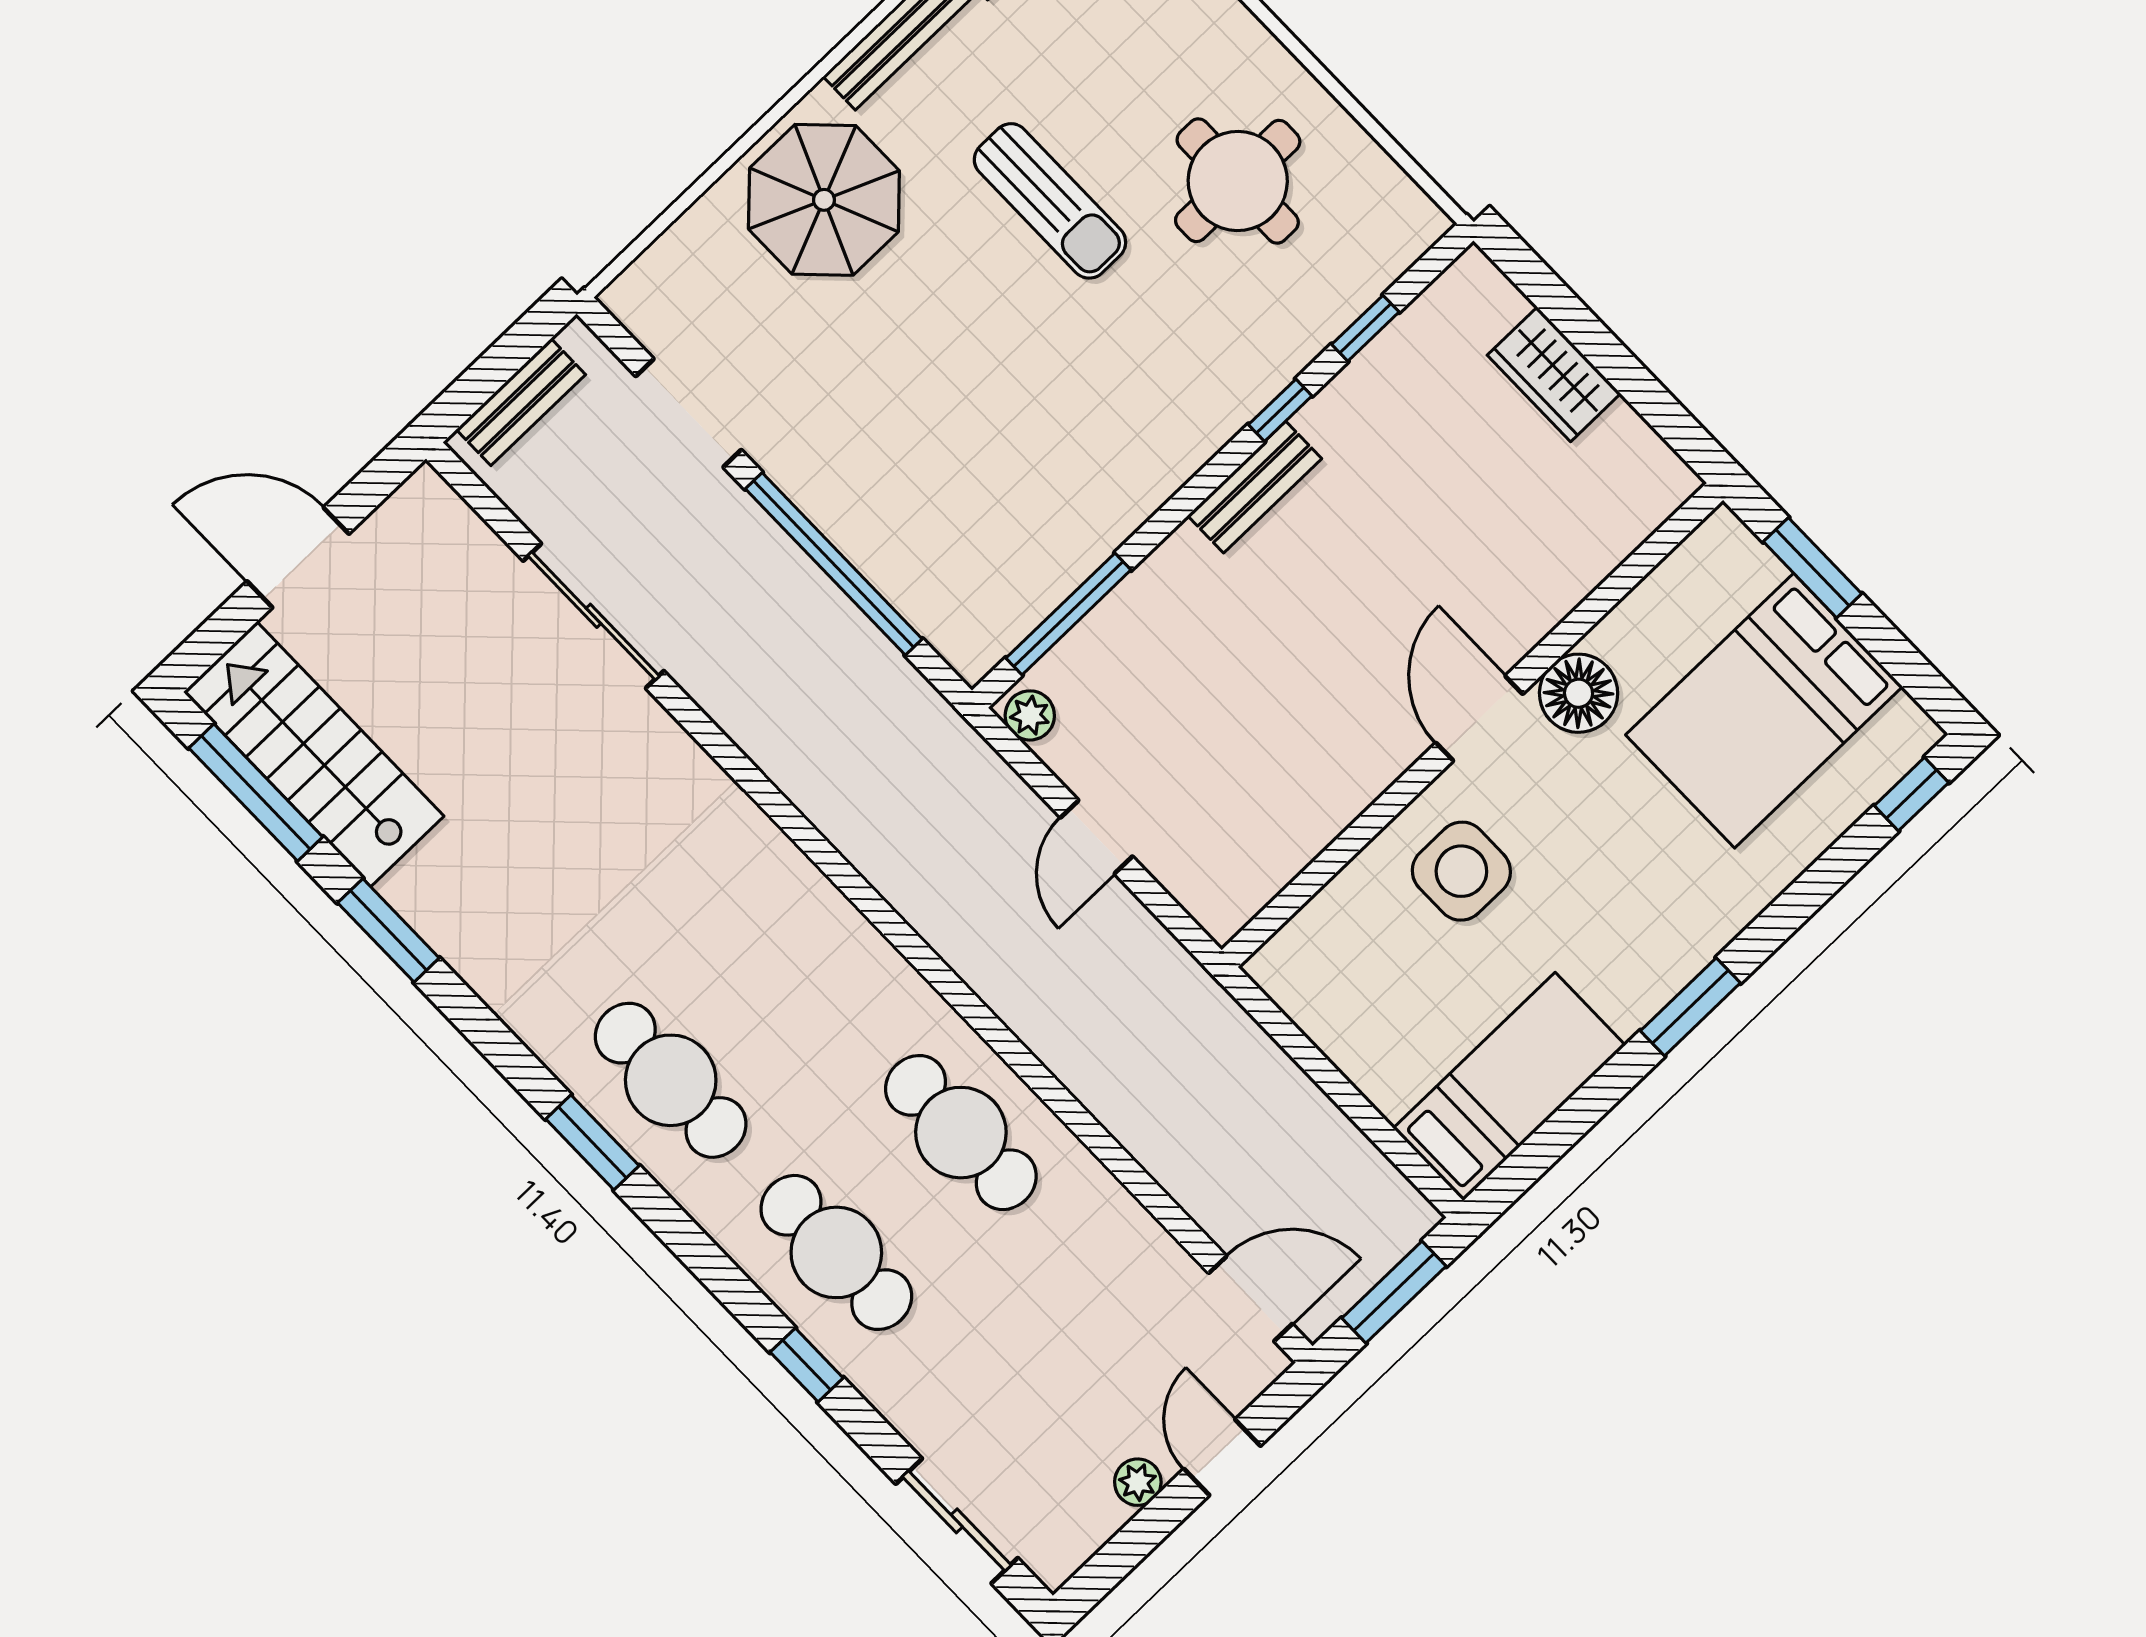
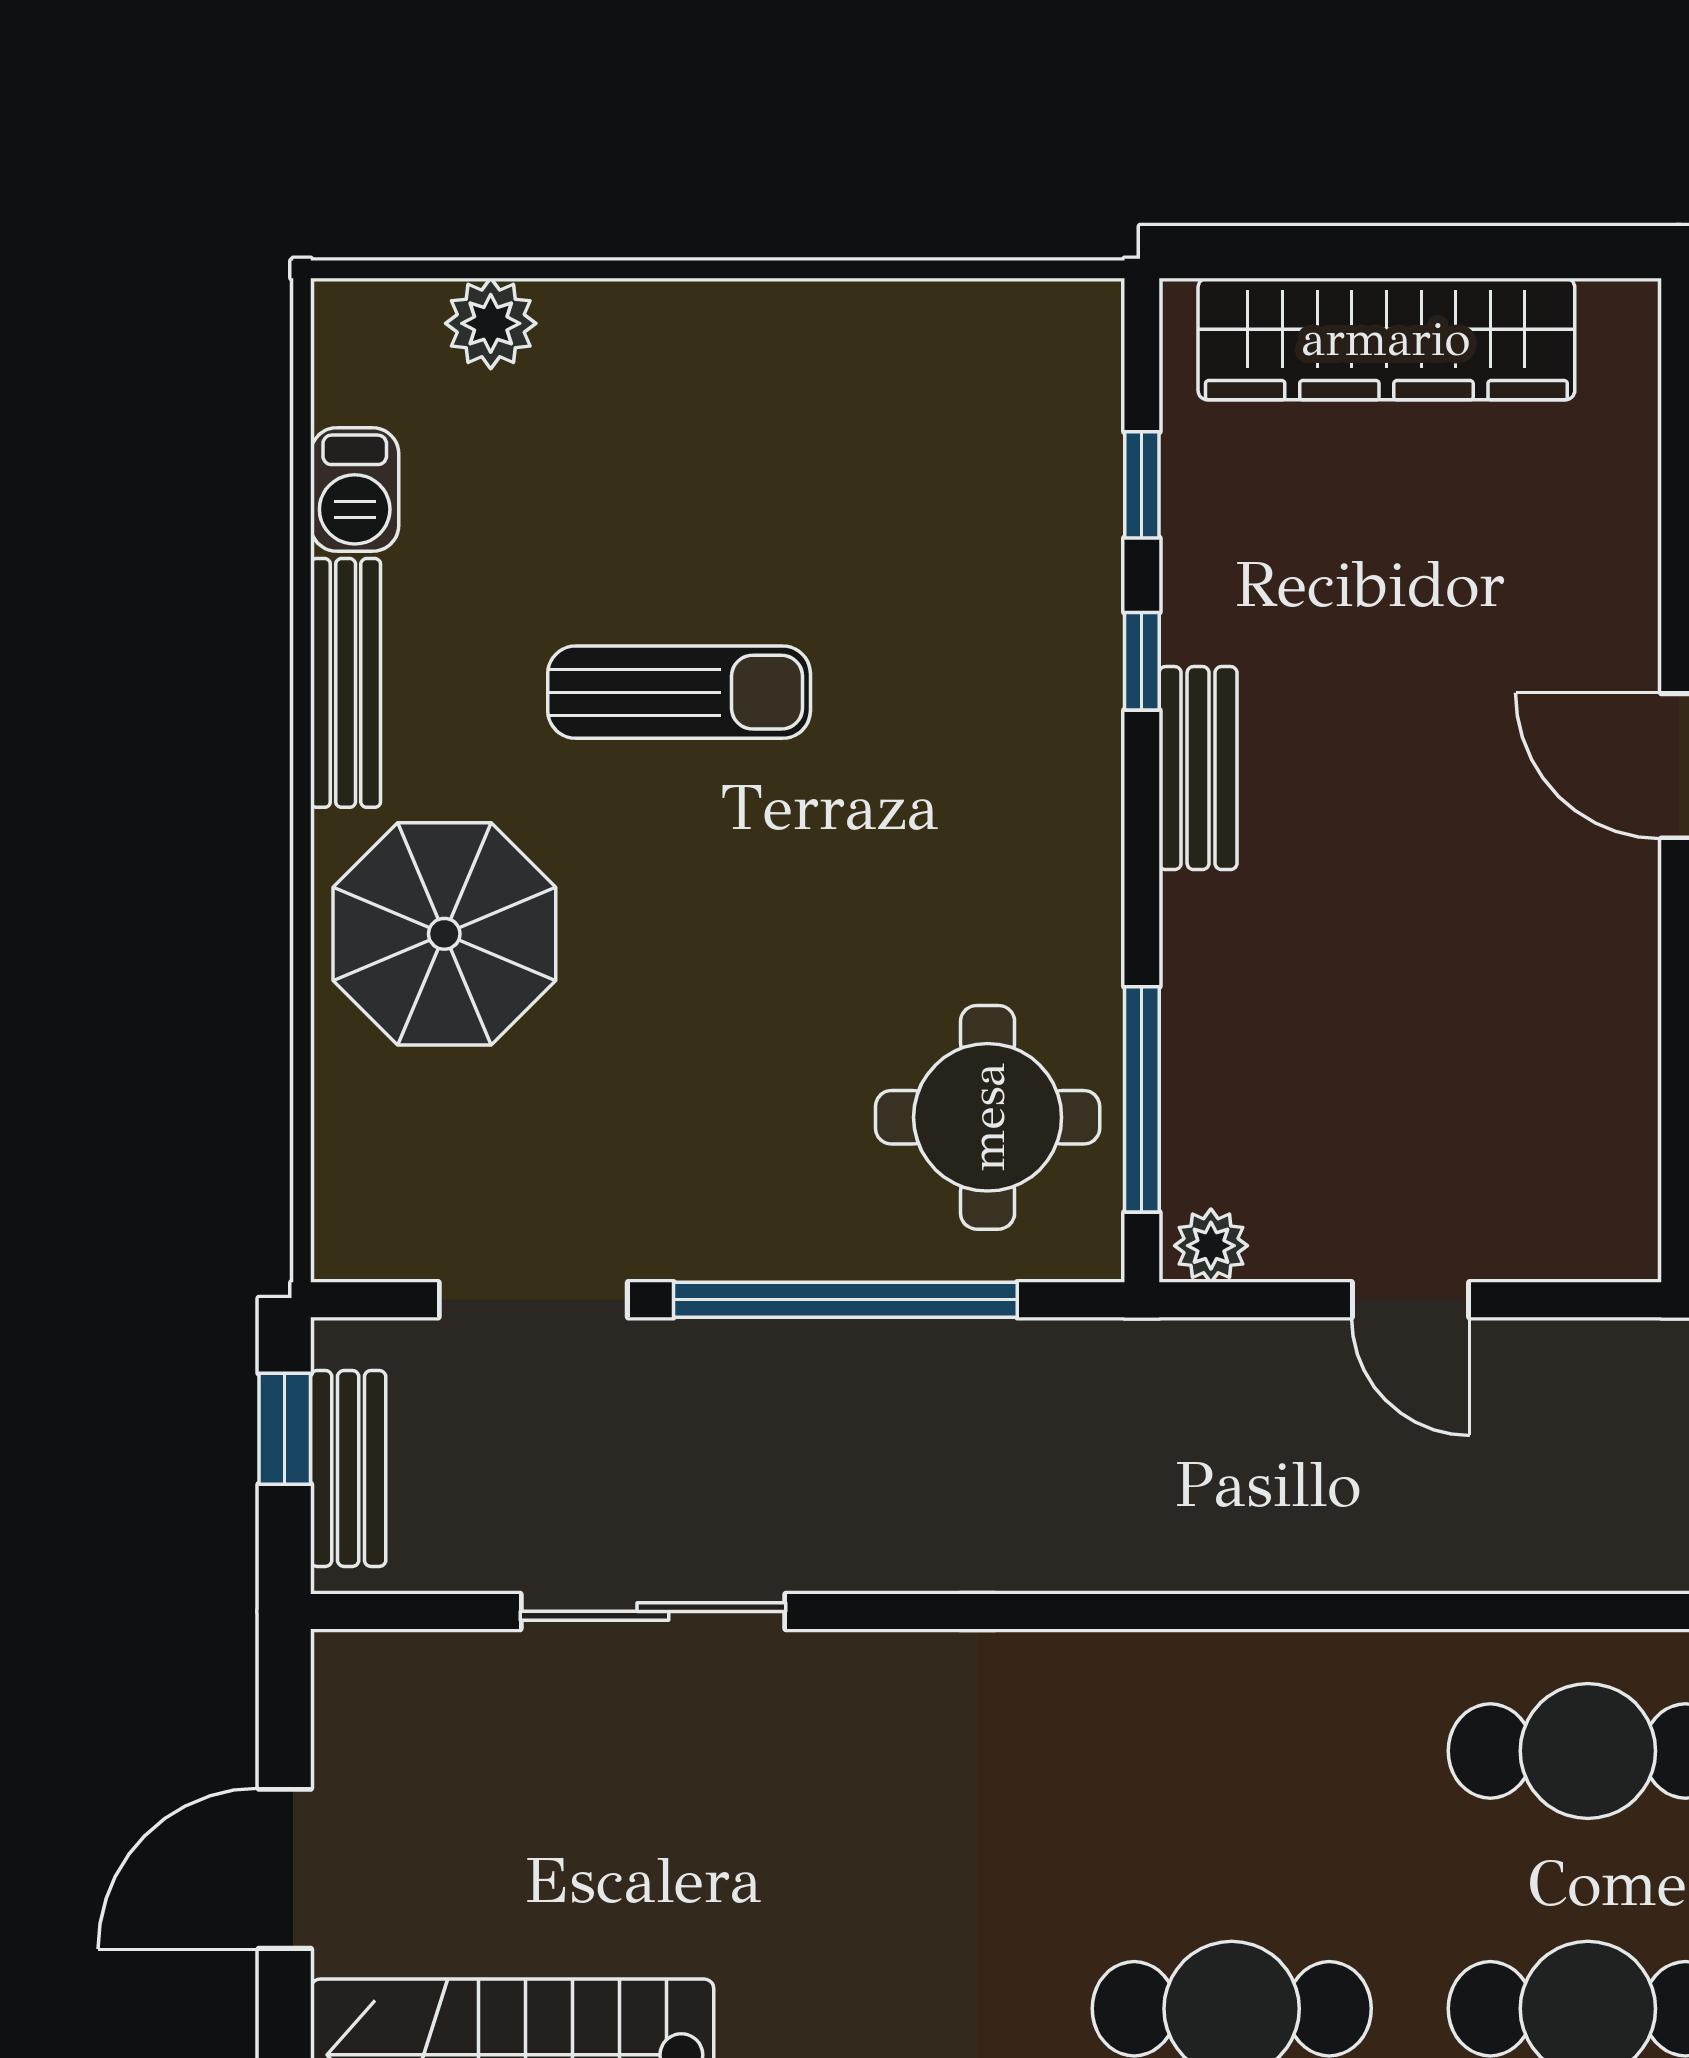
round table: (1238, 181) -> (988, 1117), moved
window: (511, 353) -> (285, 1429), added
wardrobe: (1554, 374) -> (1386, 339), width x2.10, depth x1.17

